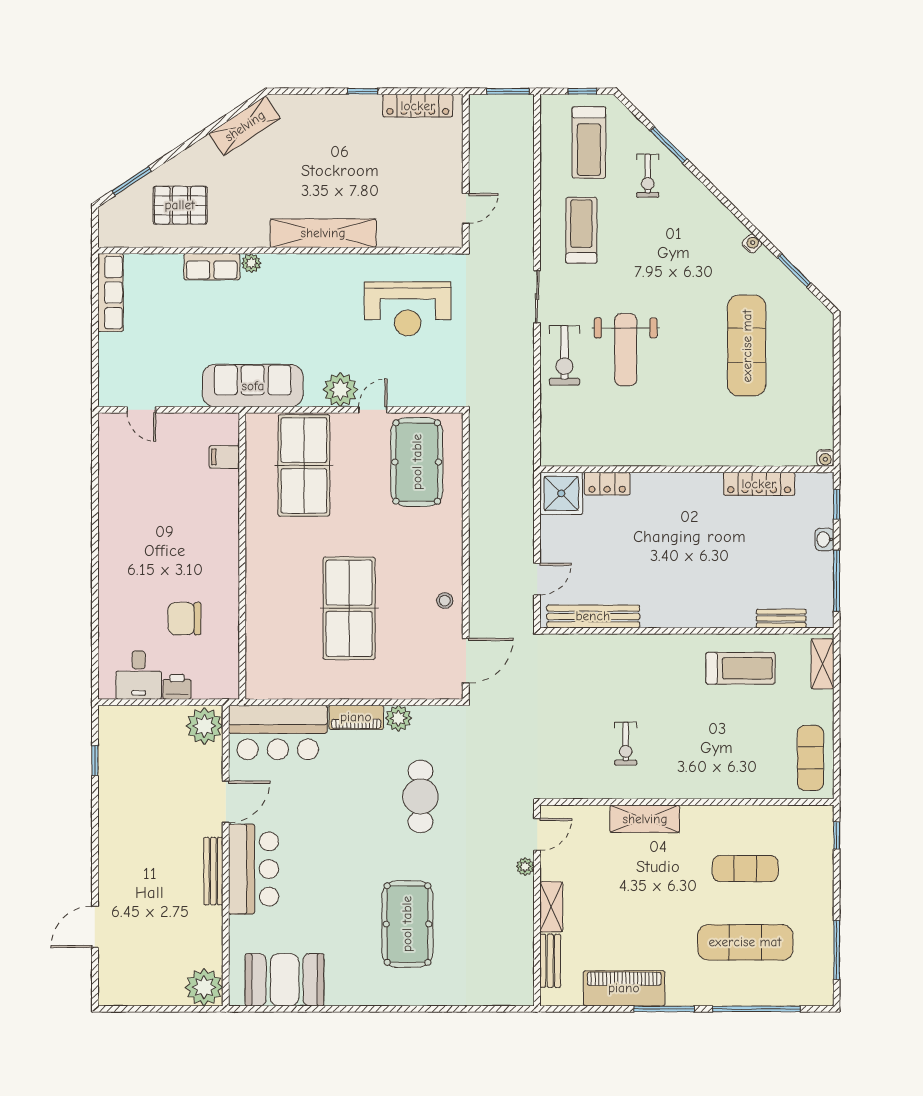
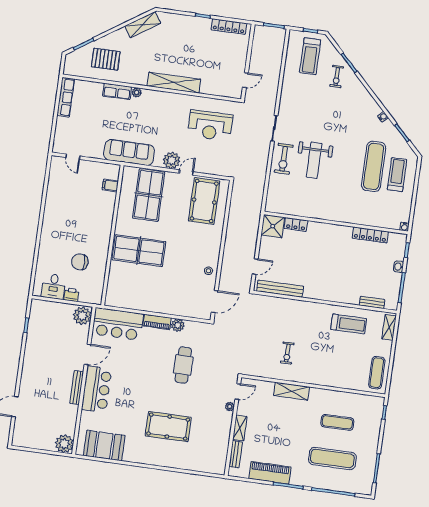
treadmill: (581, 230) -> (397, 175), moved
table tennis table: (349, 608) -> (139, 251), moved, turned 90
pool table: (407, 924) -> (168, 427), turned 90

